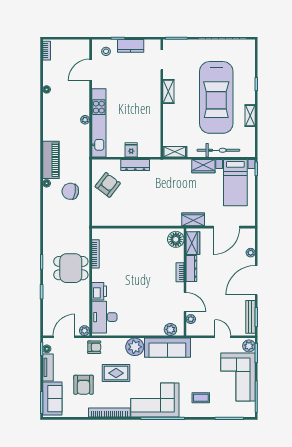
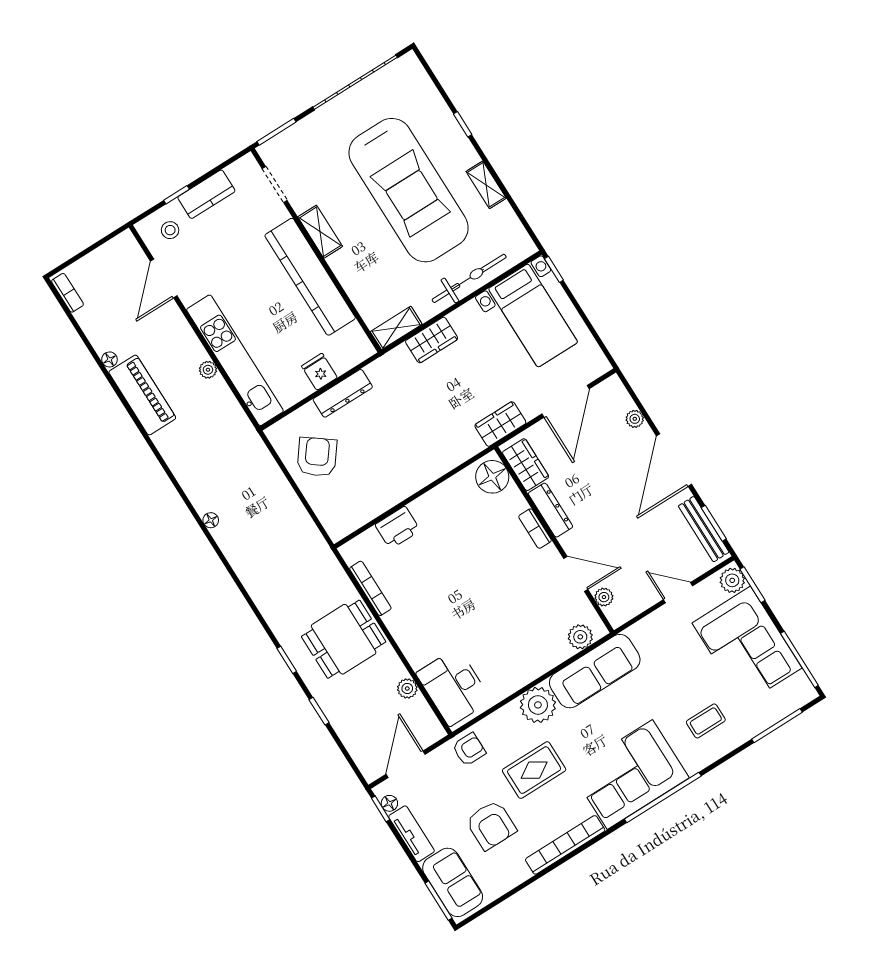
kitchen counter: (152, 108) -> (310, 277), added
piano: (51, 160) -> (142, 395), moved
wardrobe: (203, 166) -> (432, 340), moved
chair: (70, 191) -> (260, 508), removed
printer: (99, 291) -> (398, 527), moved, turned 90
plant: (84, 331) -> (407, 688), moved

